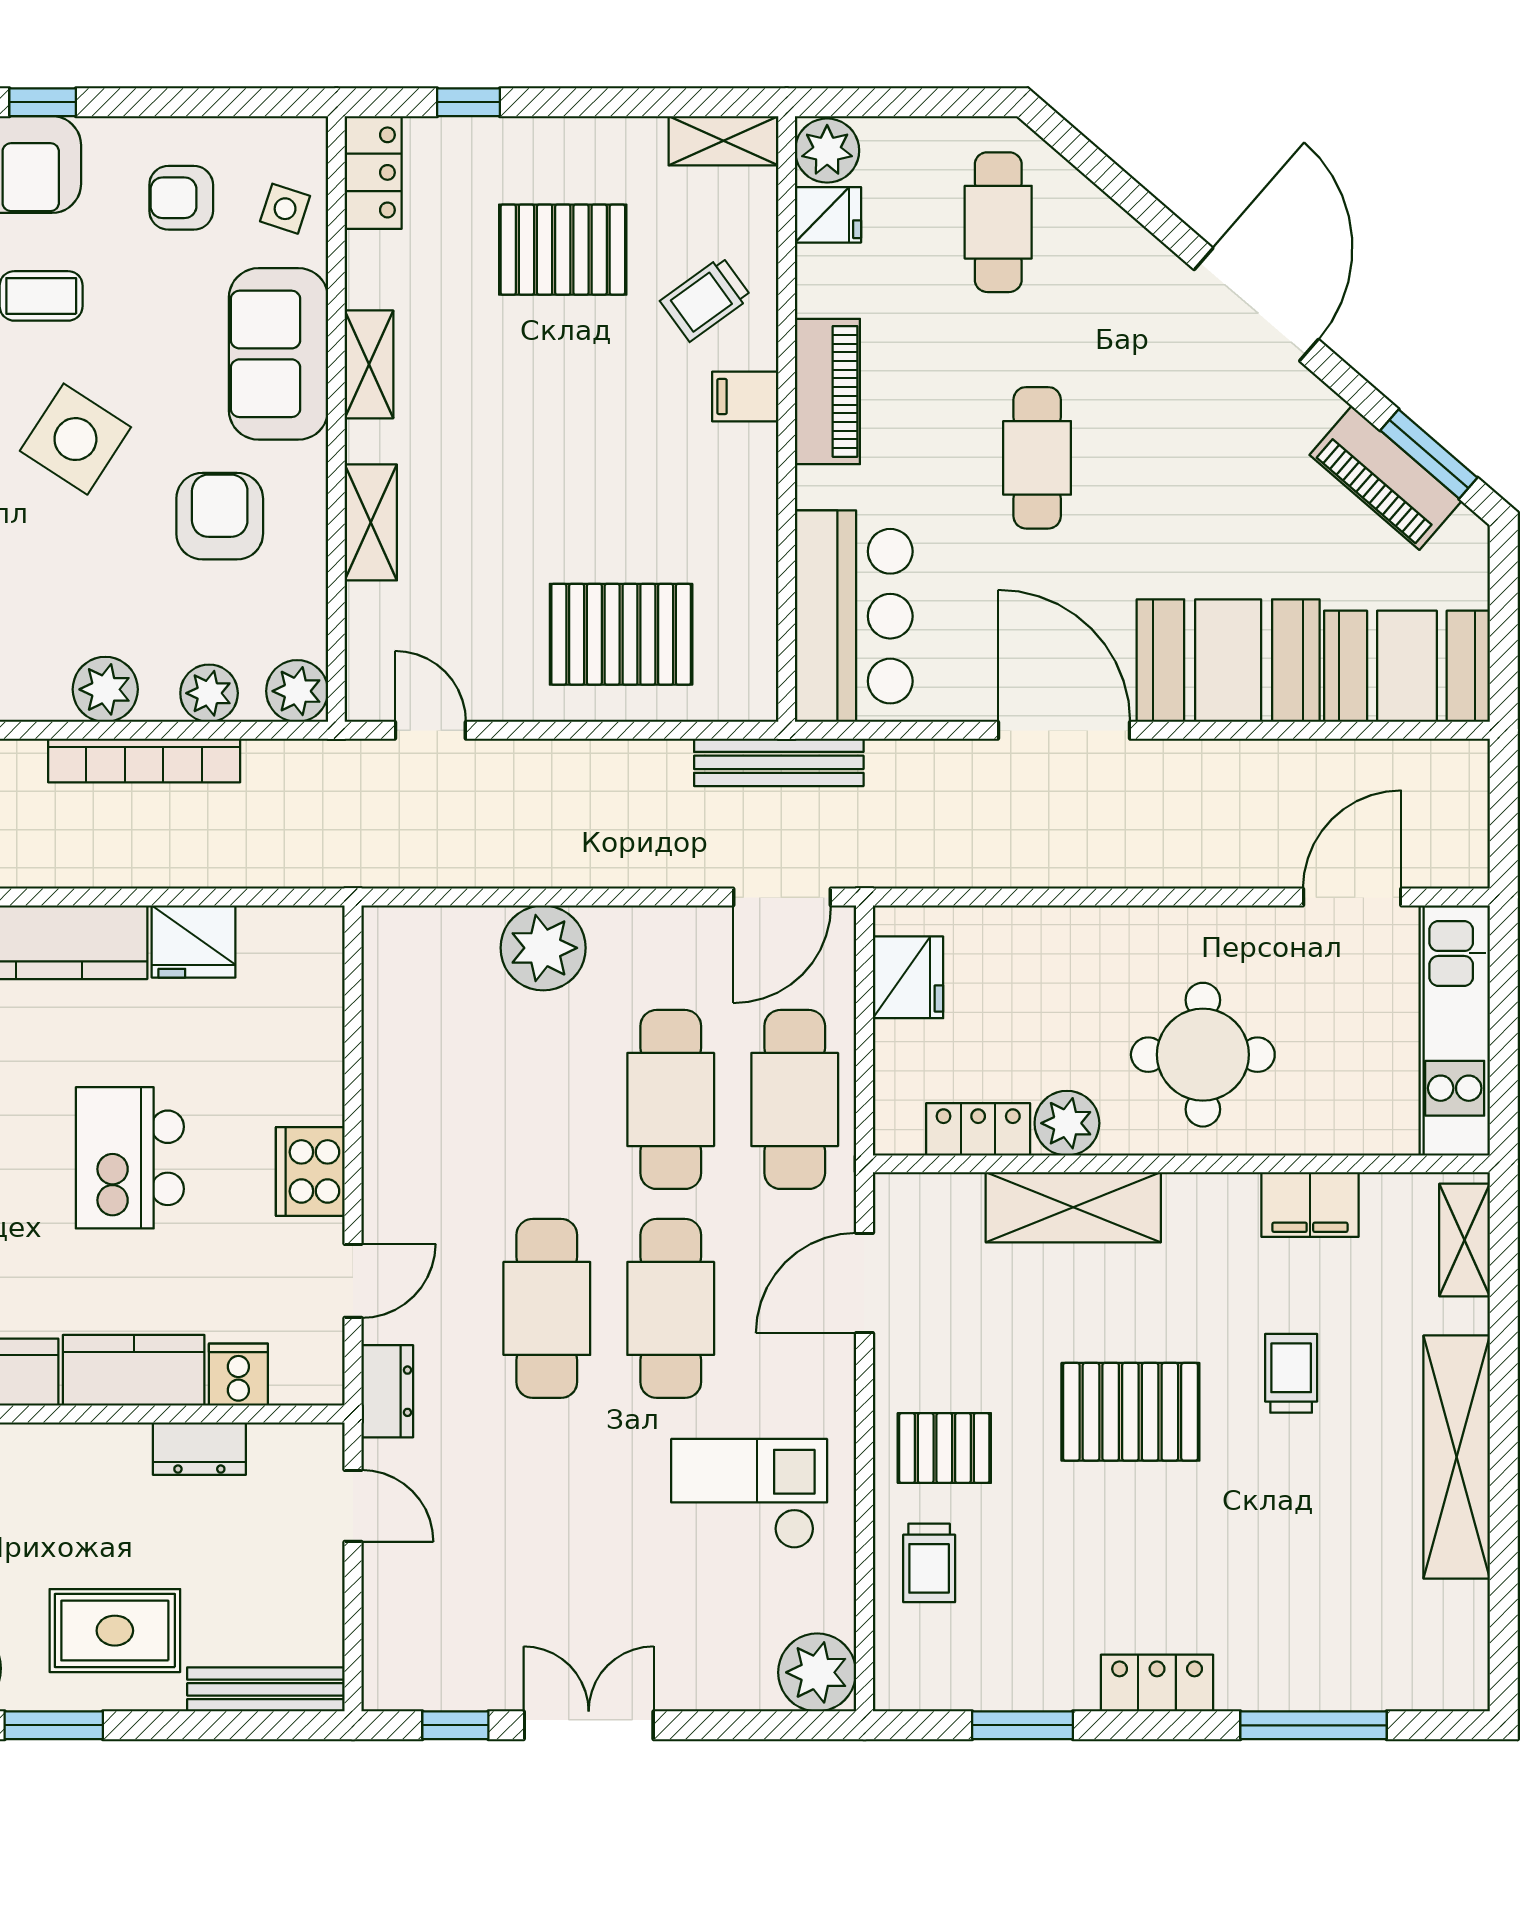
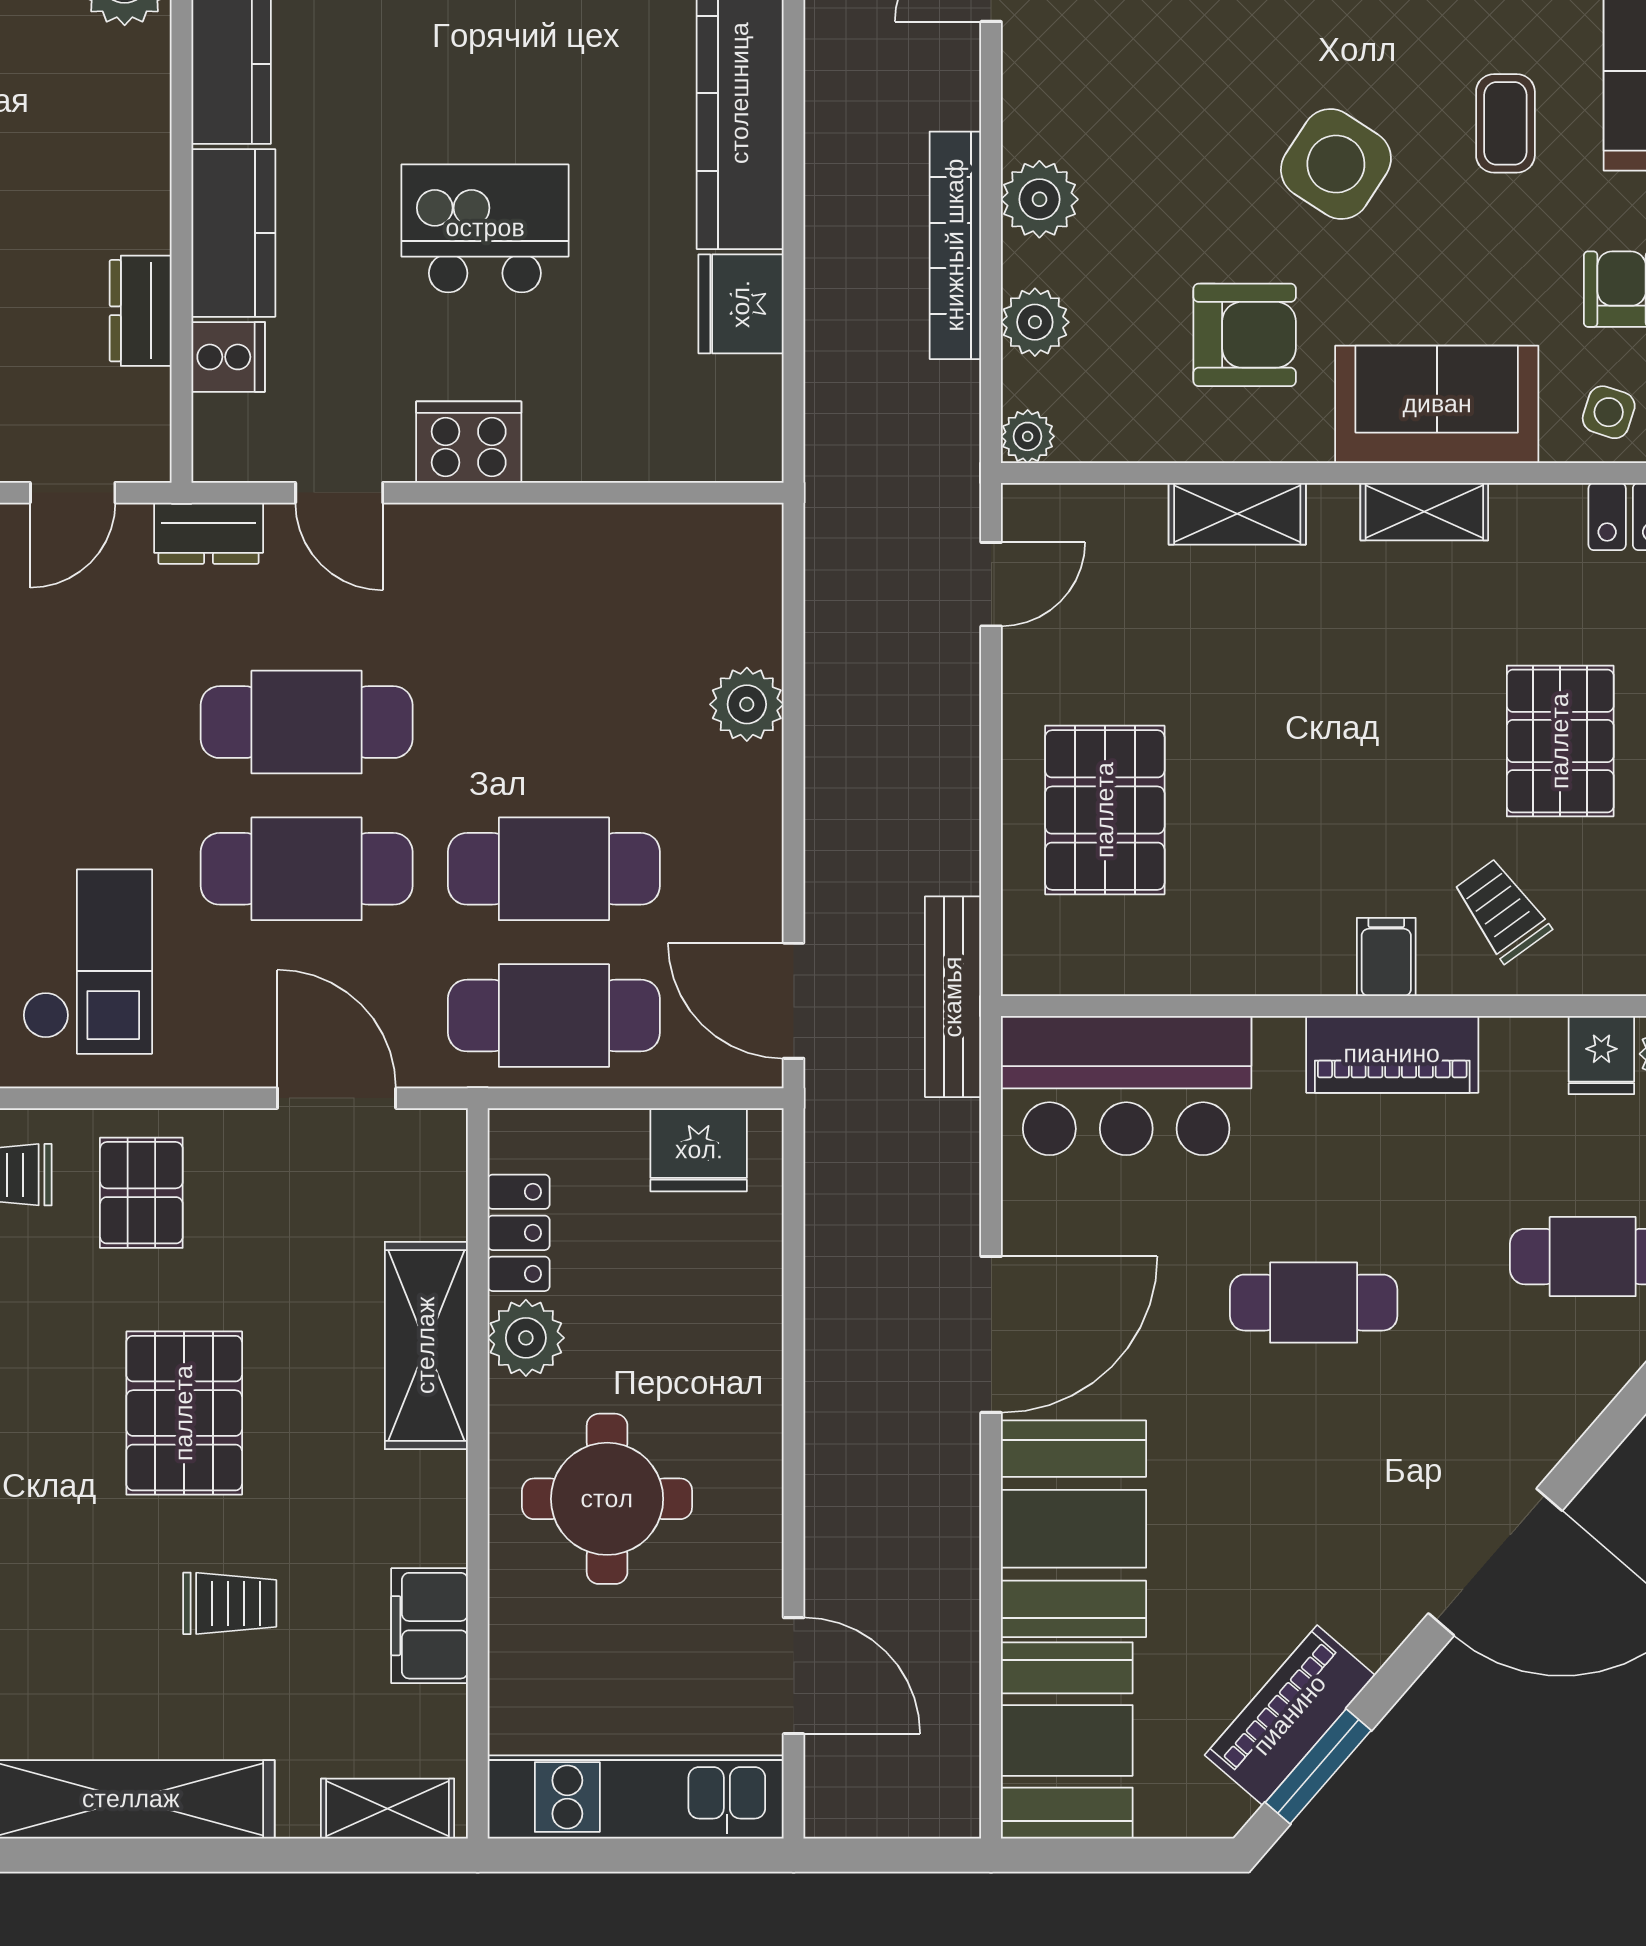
plant: (297, 691) -> (1028, 436), width x0.73, depth x0.73
plant: (543, 948) -> (747, 704), width x0.73, depth x0.73

